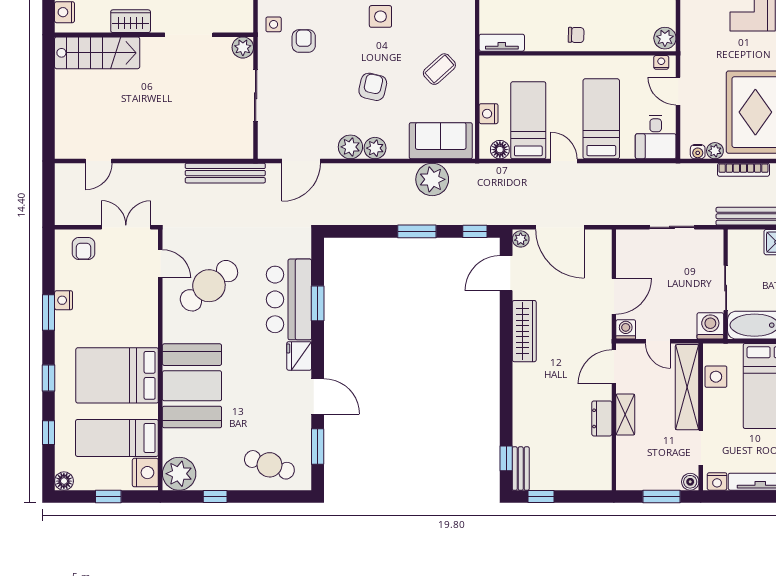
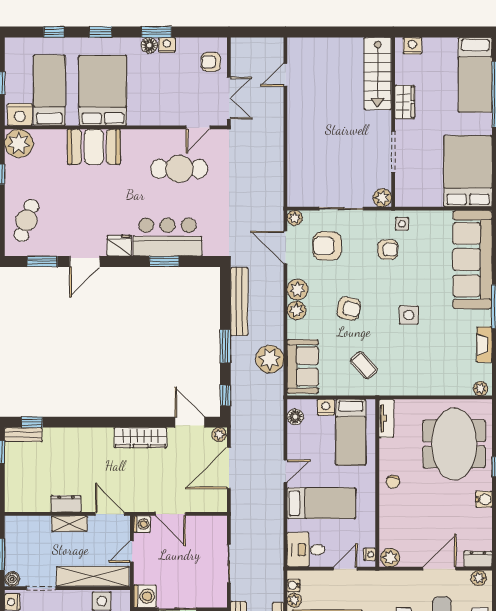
armchair: (299, 112) -> (327, 246), added
bed: (528, 120) -> (351, 432), moved, turned 90
plant: (266, 150) -> (295, 218), added
door: (99, 161) -> (285, 75), hinge flipped
bench: (225, 173) -> (239, 301), moved
cafe table: (209, 286) -> (179, 169), turned -51
booth: (192, 386) -> (94, 147), width x0.73, depth x0.70
floor lamp: (64, 481) -> (149, 45), moved

